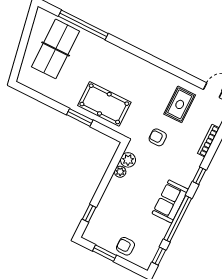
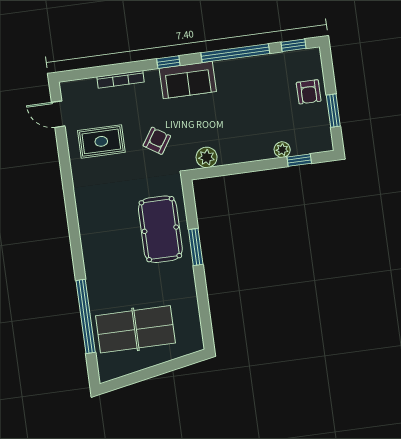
armchair: (158, 137) -> (157, 141), turned -147
plant: (120, 172) -> (282, 150), moved
sofa: (170, 201) -> (188, 80), moved

